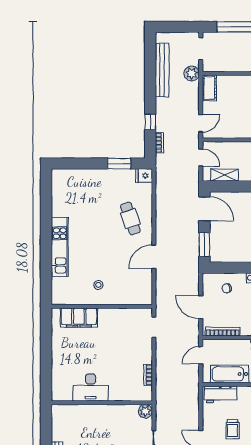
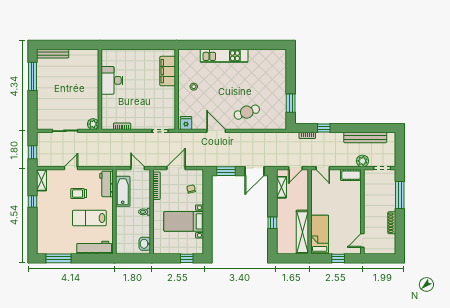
fridge: (144, 176) -> (186, 123), moved

